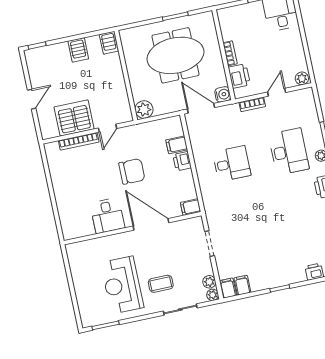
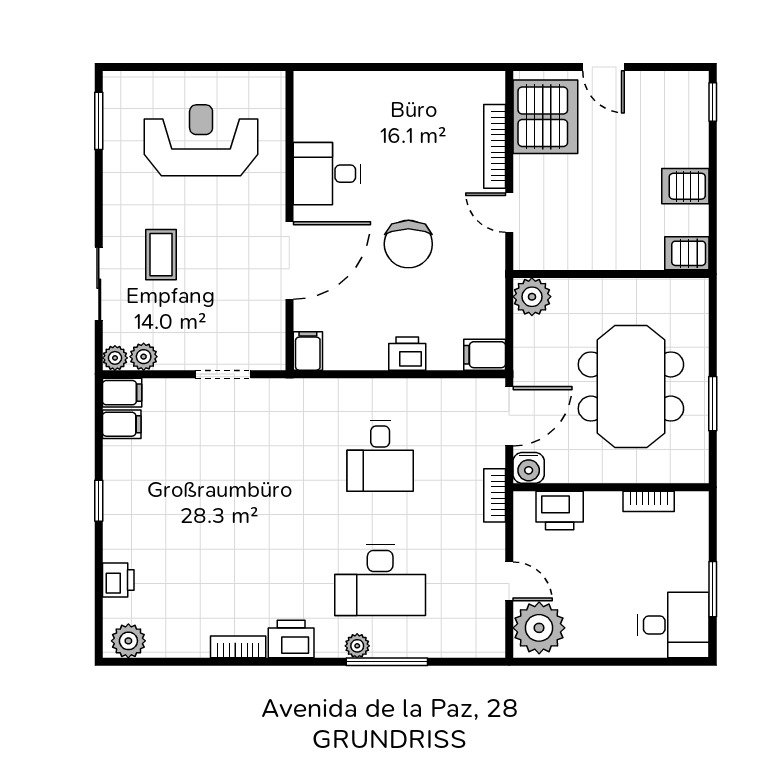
bookcase: (230, 53) -> (649, 501), moved
plant: (302, 78) -> (539, 628), width x1.88, depth x1.88
bookcase: (252, 104) -> (495, 495), moved
server rack: (74, 118) -> (545, 117), moved
filing cabinet: (177, 145) -> (485, 355), moved, turned -90
reception desk: (122, 285) -> (201, 140), moved

